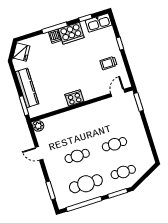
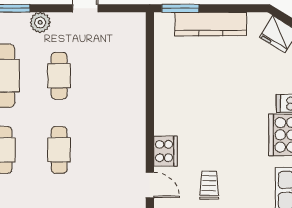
cooker: (74, 98) -> (165, 151), moved
plant: (38, 126) -> (40, 22), moved

